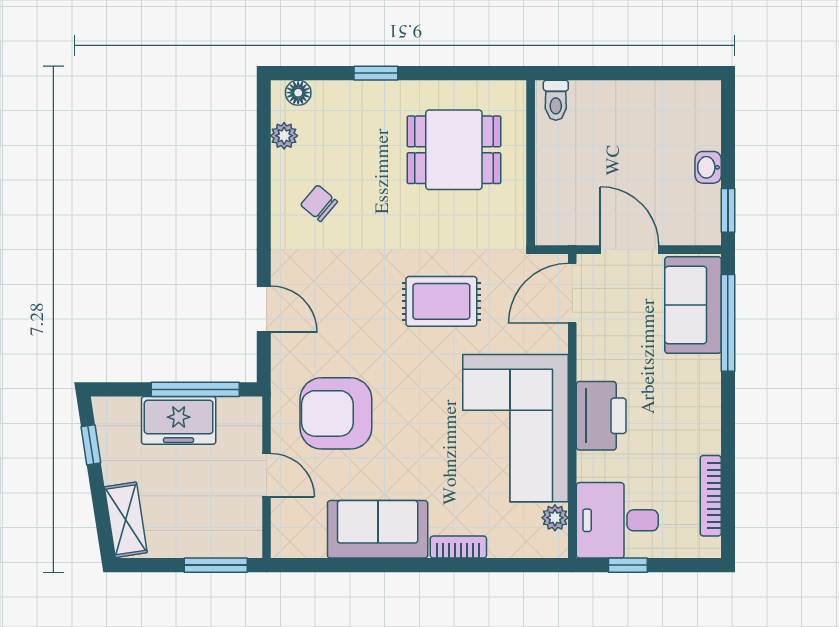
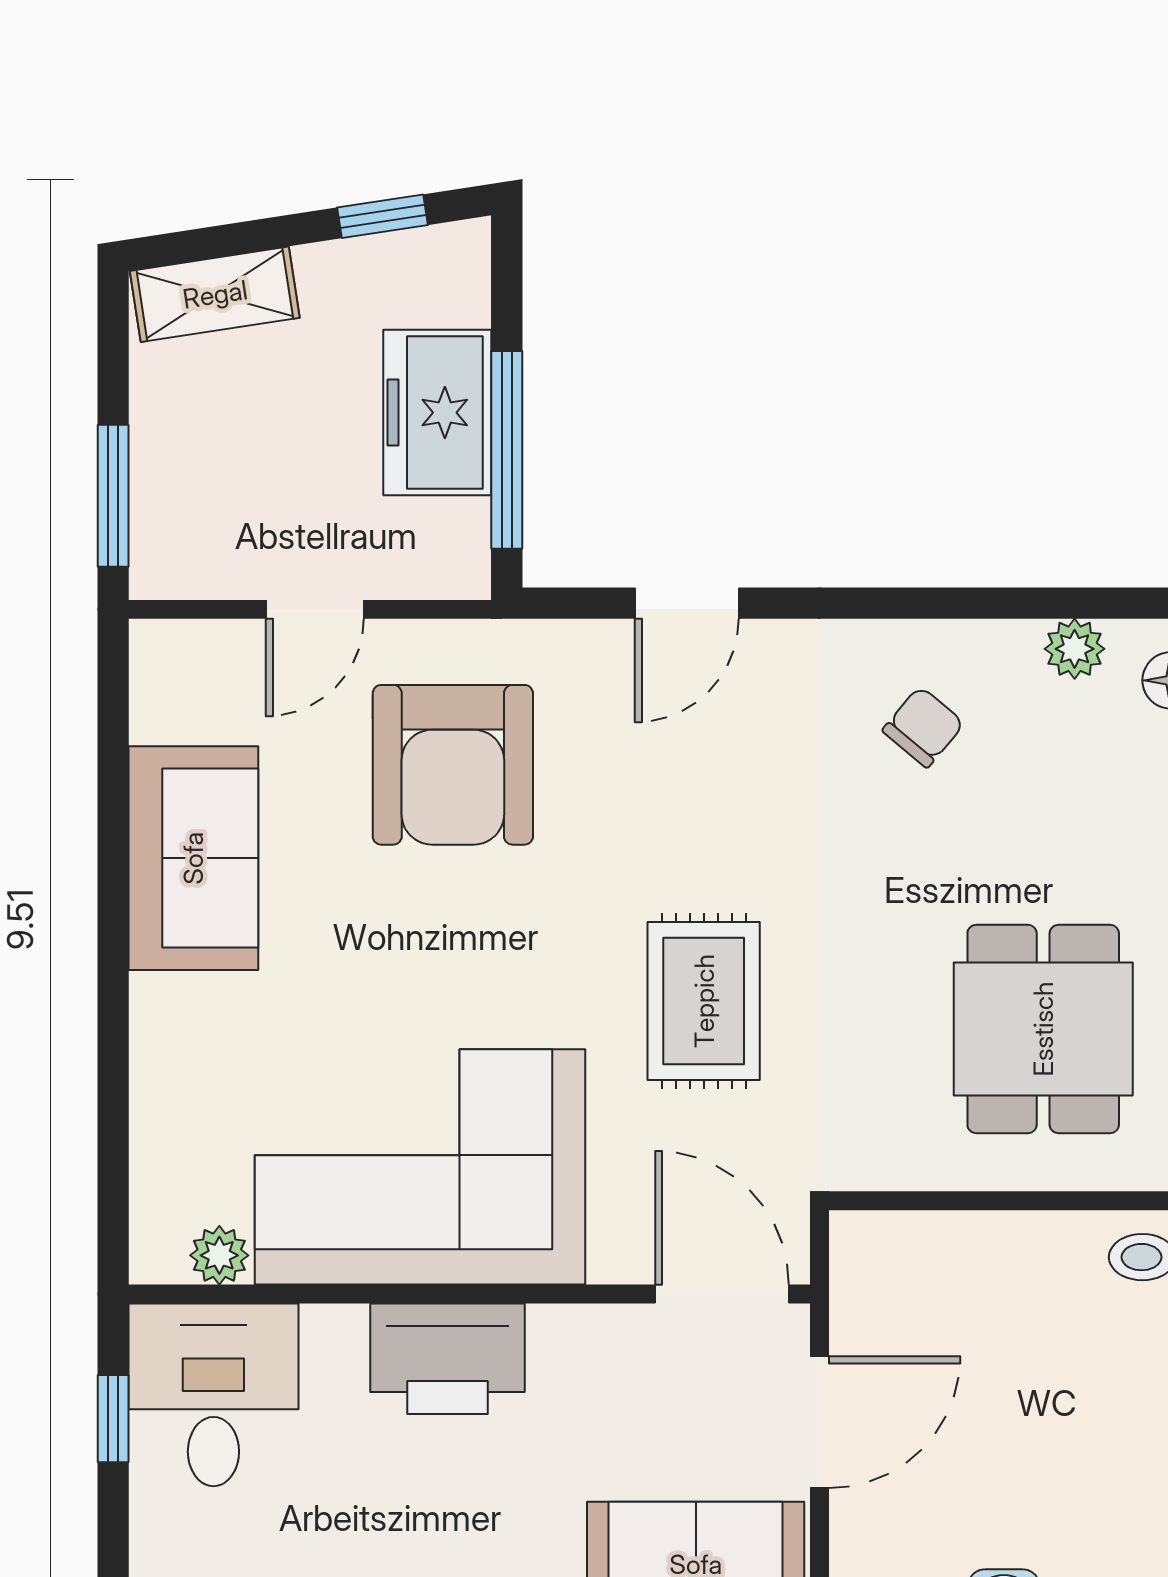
armchair: (336, 413) -> (453, 765), turned 180
bookcase: (458, 547) -> (154, 1039), removed

